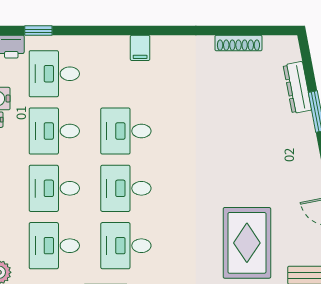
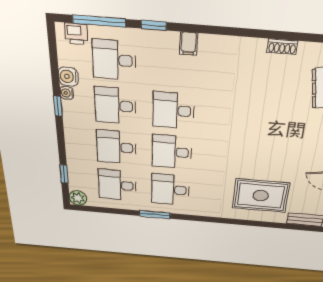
window: (38, 31) -> (99, 21), width x2.17
window: (100, 31) -> (154, 25), added
shoe rack: (238, 43) -> (282, 47), width x0.70
rug: (247, 243) -> (261, 196), turned 90

